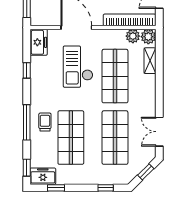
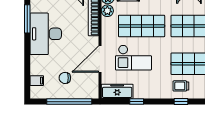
freezer: (39, 42) -> (117, 91), width x1.40
window: (27, 122) -> (181, 102), width x0.46

